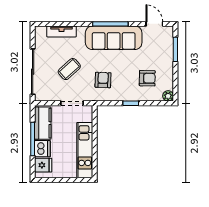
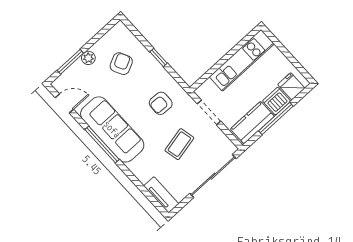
door: (154, 24) -> (64, 103), swing flipped
tv unit: (62, 31) -> (161, 195), moved
coffee table: (69, 69) -> (179, 144), turned -60
armchair: (147, 78) -> (121, 64), turned 63
plant: (168, 96) -> (88, 58), moved

